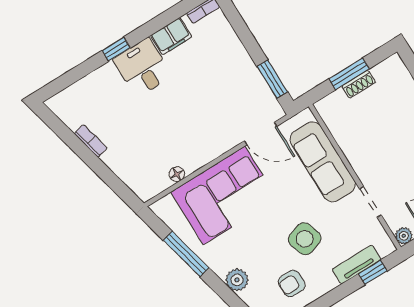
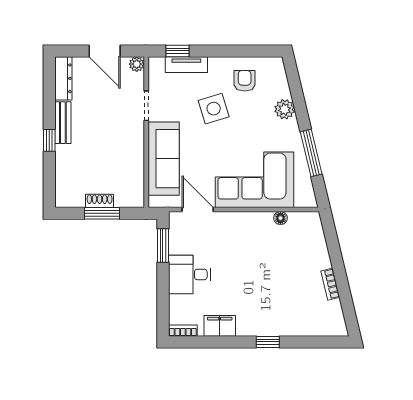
desk: (143, 68) -> (190, 274), moved, turned 90
armchair: (292, 283) -> (245, 81), turned -90

